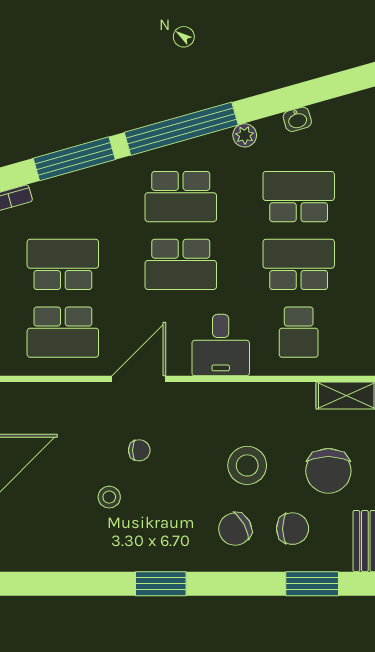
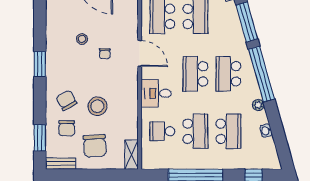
chair: (328, 471) -> (95, 146), turned -94

